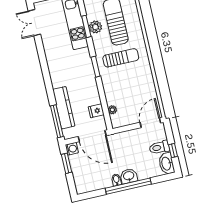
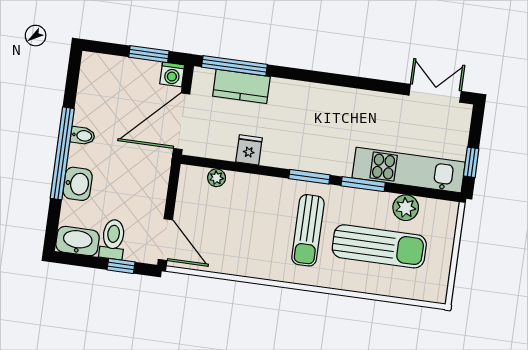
window: (86, 26) -> (363, 184), moved
plant: (95, 27) -> (406, 208), moved
kitchen counter: (64, 108) -> (241, 86), width x0.67
fridge: (96, 111) -> (249, 150), moved
window: (173, 150) -> (121, 266), moved
washbasin: (129, 176) -> (78, 184), moved

